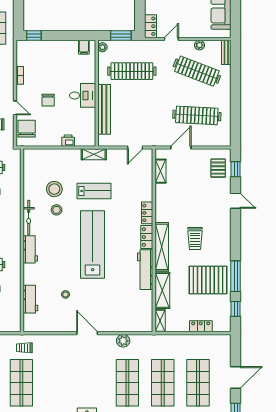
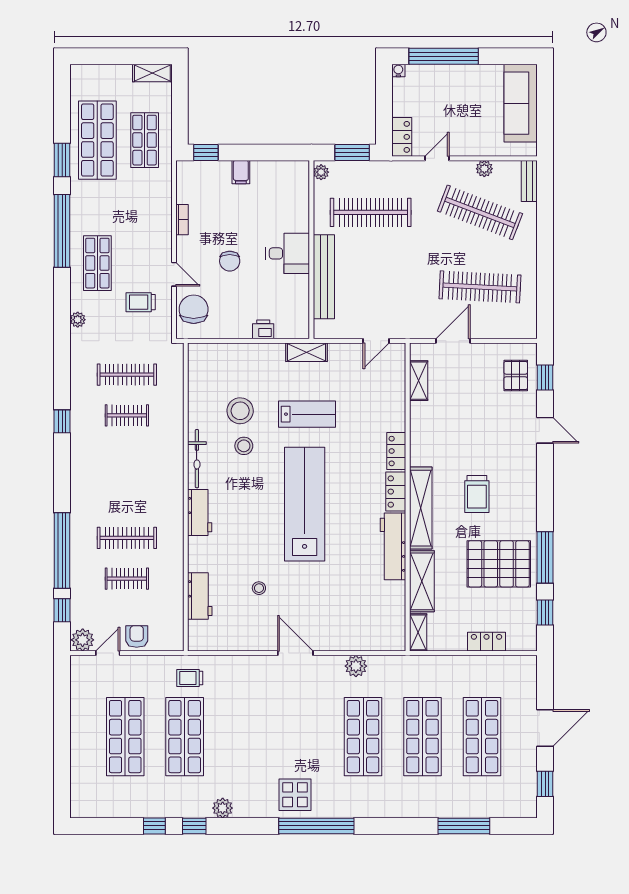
filing cabinet: (84, 47) -> (241, 172), moved

